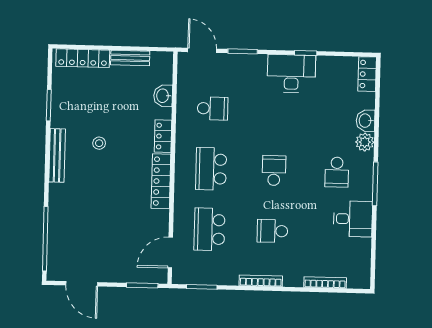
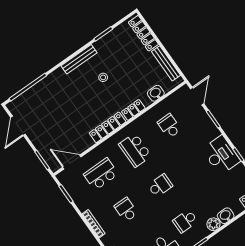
bench: (130, 58) -> (166, 63), width x1.36
school desk: (213, 108) -> (169, 126), turned 180
school desk: (211, 169) -> (135, 150), turned -90

